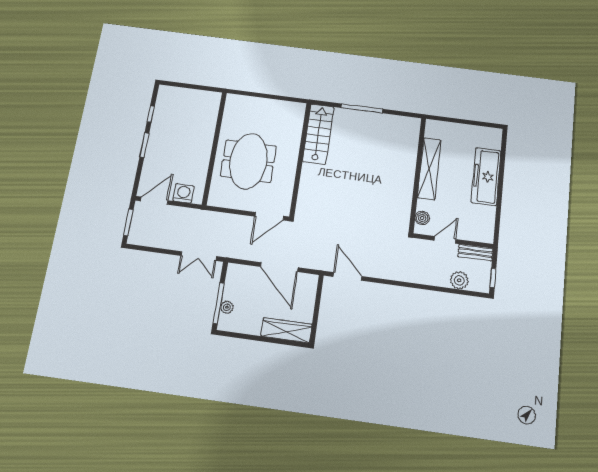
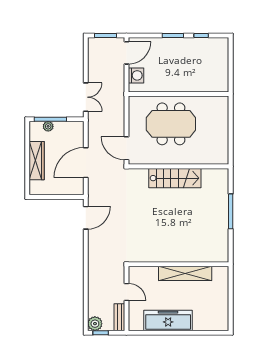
stairs: (318, 134) -> (175, 178), moved
freezer: (486, 177) -> (168, 321), moved
door: (154, 201) -> (126, 53), hinge flipped
boiler: (422, 218) -> (142, 272), removed
double door: (199, 256) -> (86, 97), swing flipped
plant: (459, 280) -> (95, 324), moved
wardrobe: (286, 330) -> (37, 161), moved

